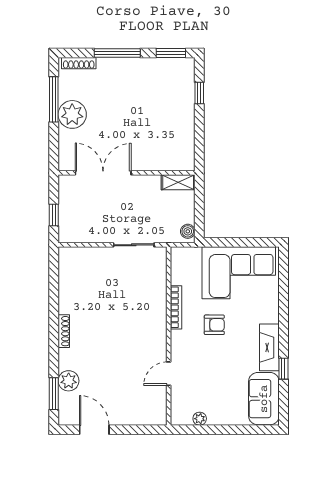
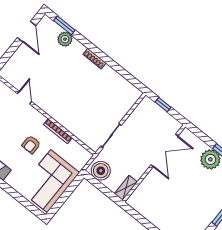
boiler: (188, 231) -> (101, 171), width x1.86, depth x1.86
door: (94, 430) -> (27, 32), hinge flipped

